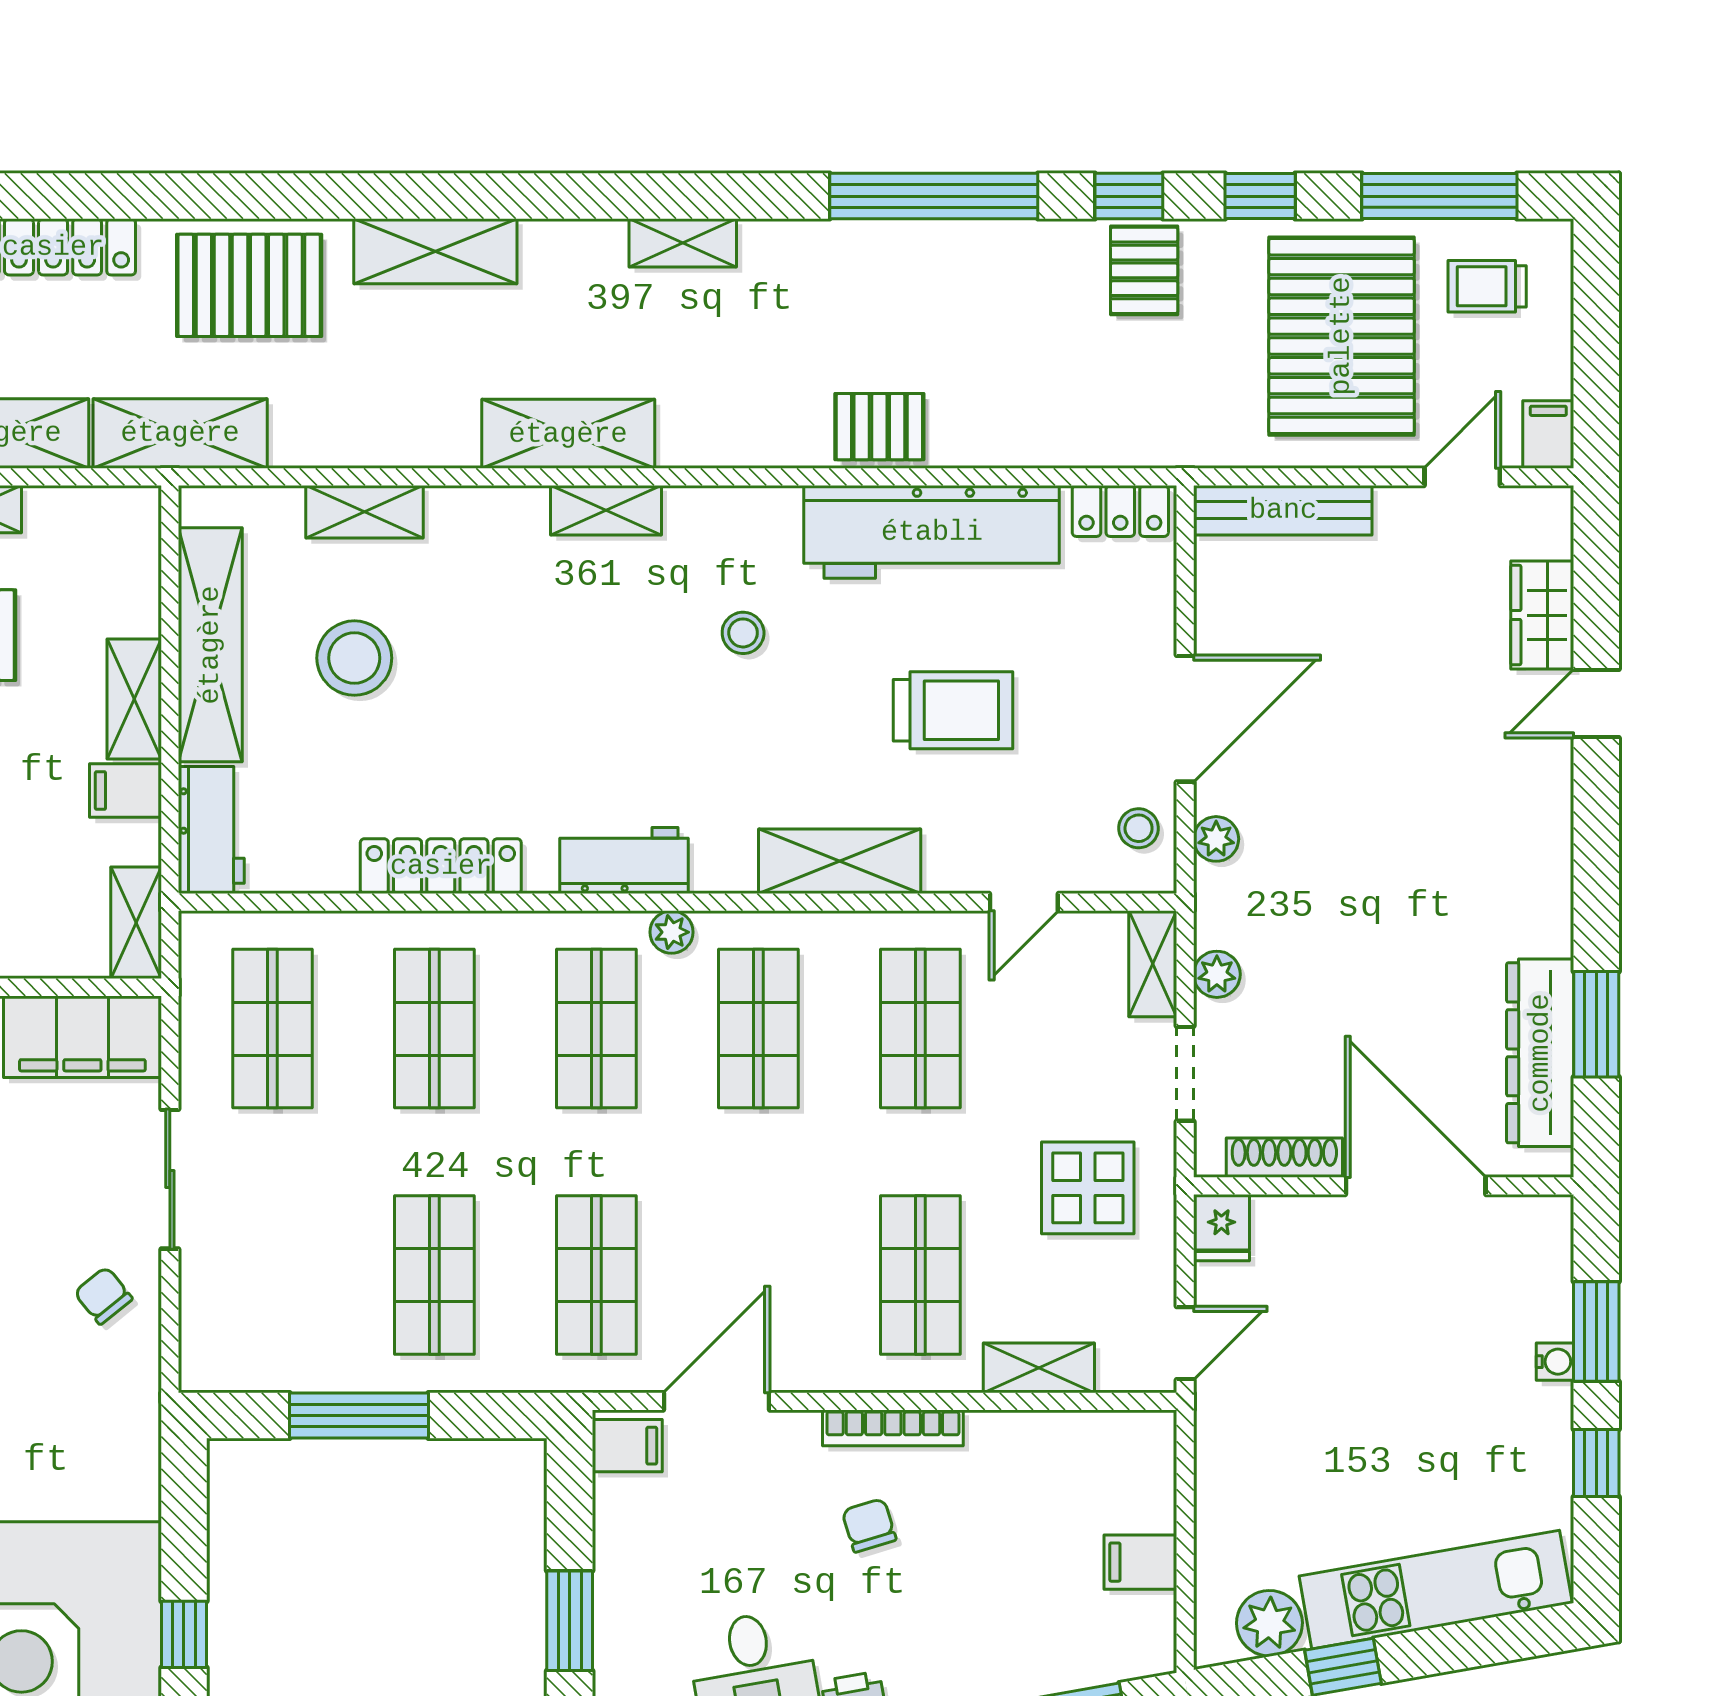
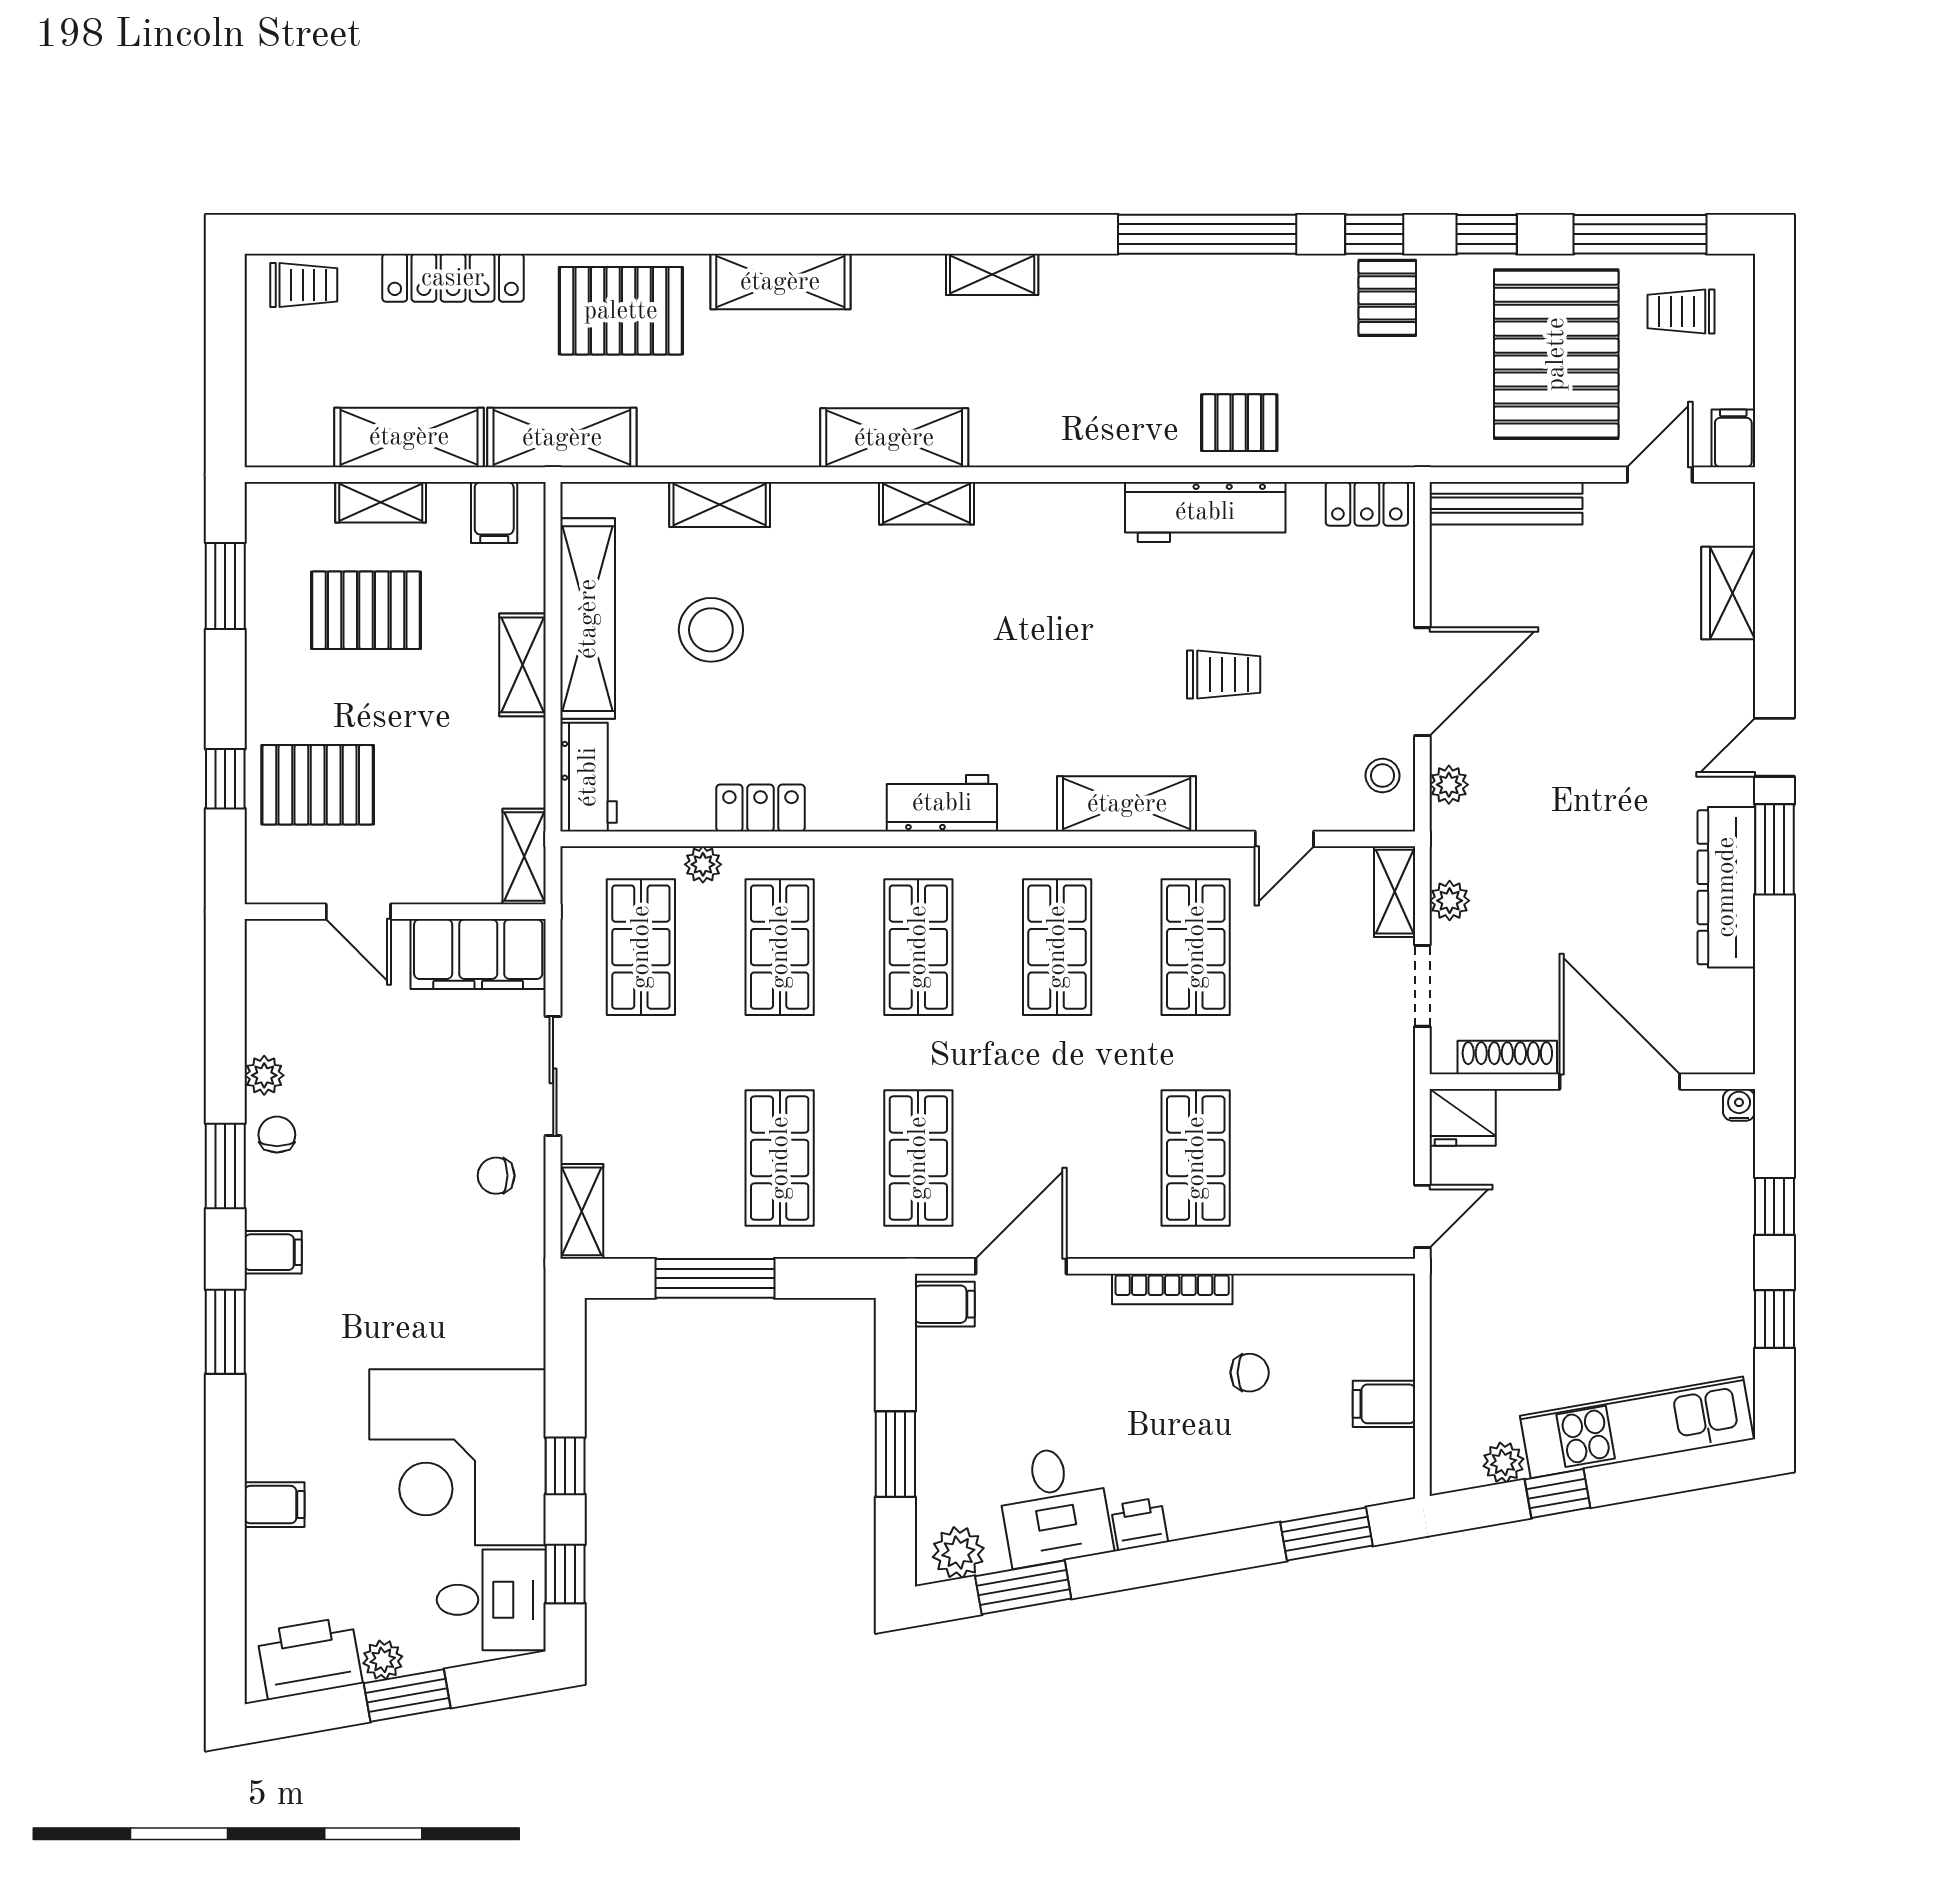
pallet: (879, 427) -> (1239, 423), moved
workbench: (932, 532) -> (1205, 512), width x0.73, depth x0.76
stool: (743, 633) -> (1044, 608), removed
door: (1596, 704) -> (1774, 747), moved
trolley: (953, 710) -> (1224, 675), width x0.73, depth x0.72
filing cabinet: (125, 791) -> (494, 513), moved, turned -90
locker: (441, 866) -> (760, 808), width x0.66
plant: (671, 932) -> (703, 864), moved
window: (1596, 1024) -> (1774, 849), moved
dresser: (1540, 1053) -> (1726, 887), moved
display table: (1088, 1188) -> (1339, 1084), removed
fridge: (1221, 1228) -> (1463, 1117), width x1.38
chair: (103, 1296) -> (496, 1176), turned -51
window: (1596, 1332) -> (1774, 1206), width x0.67
water cooler: (1555, 1362) -> (1739, 1105), moved, turned -90
shelving: (1039, 1368) -> (582, 1211), moved, turned 90
chair: (869, 1525) -> (1250, 1373), moved, turned 107
plant: (1269, 1623) -> (1503, 1462), width x0.73, depth x0.73

